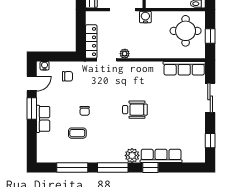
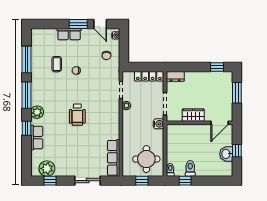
locker: (91, 42) -> (149, 76), moved
plant: (196, 144) -> (47, 168), added
row of seats: (161, 156) -> (37, 138), width x0.68

